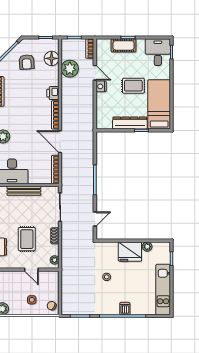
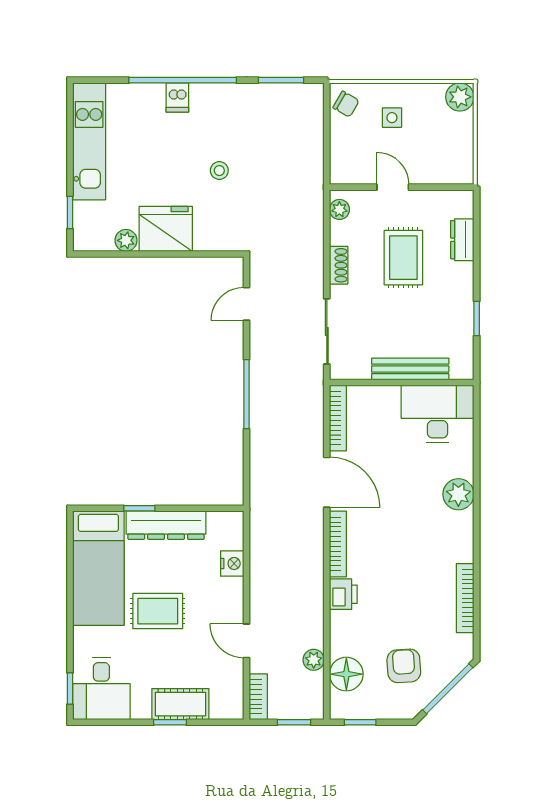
plant: (70, 69) -> (314, 660), width x0.53, depth x0.53
nightstand: (101, 86) -> (232, 563), moved

